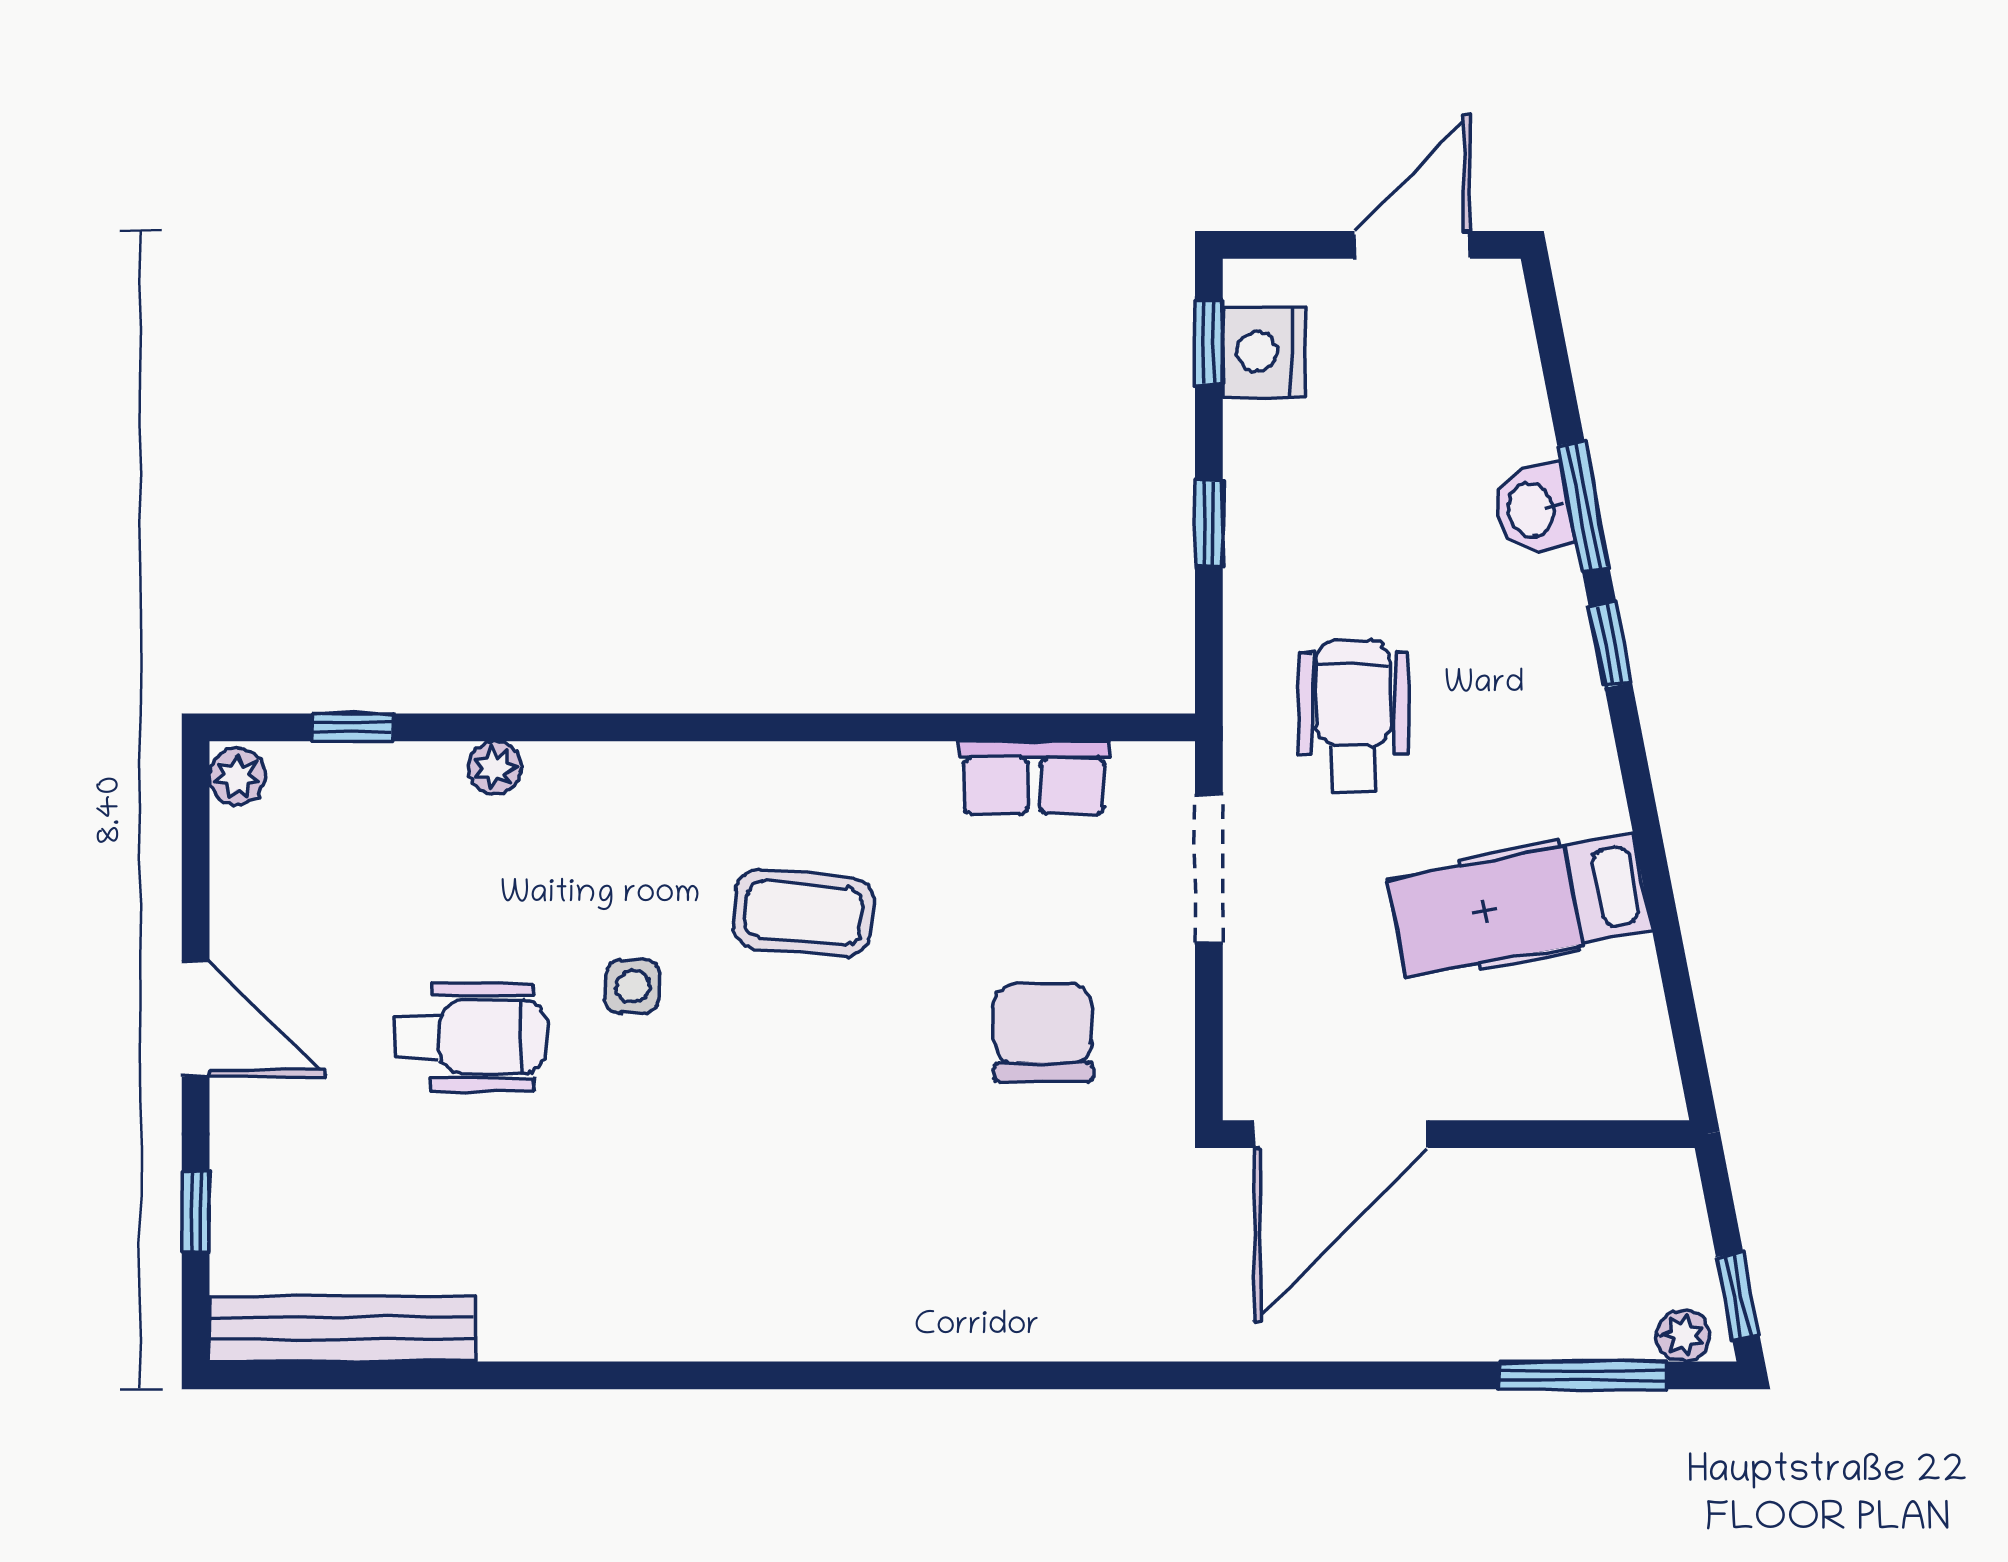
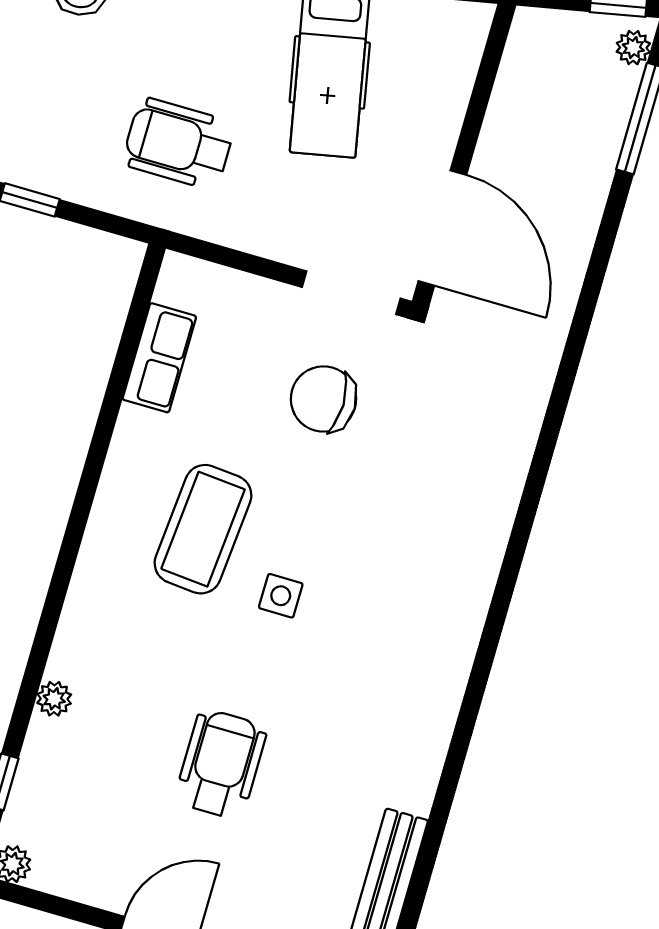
doorway: (1209, 869) -> (351, 293), moved
coffee table: (803, 913) -> (203, 529), width x1.36, depth x1.32
side table: (632, 987) -> (281, 596), moved

